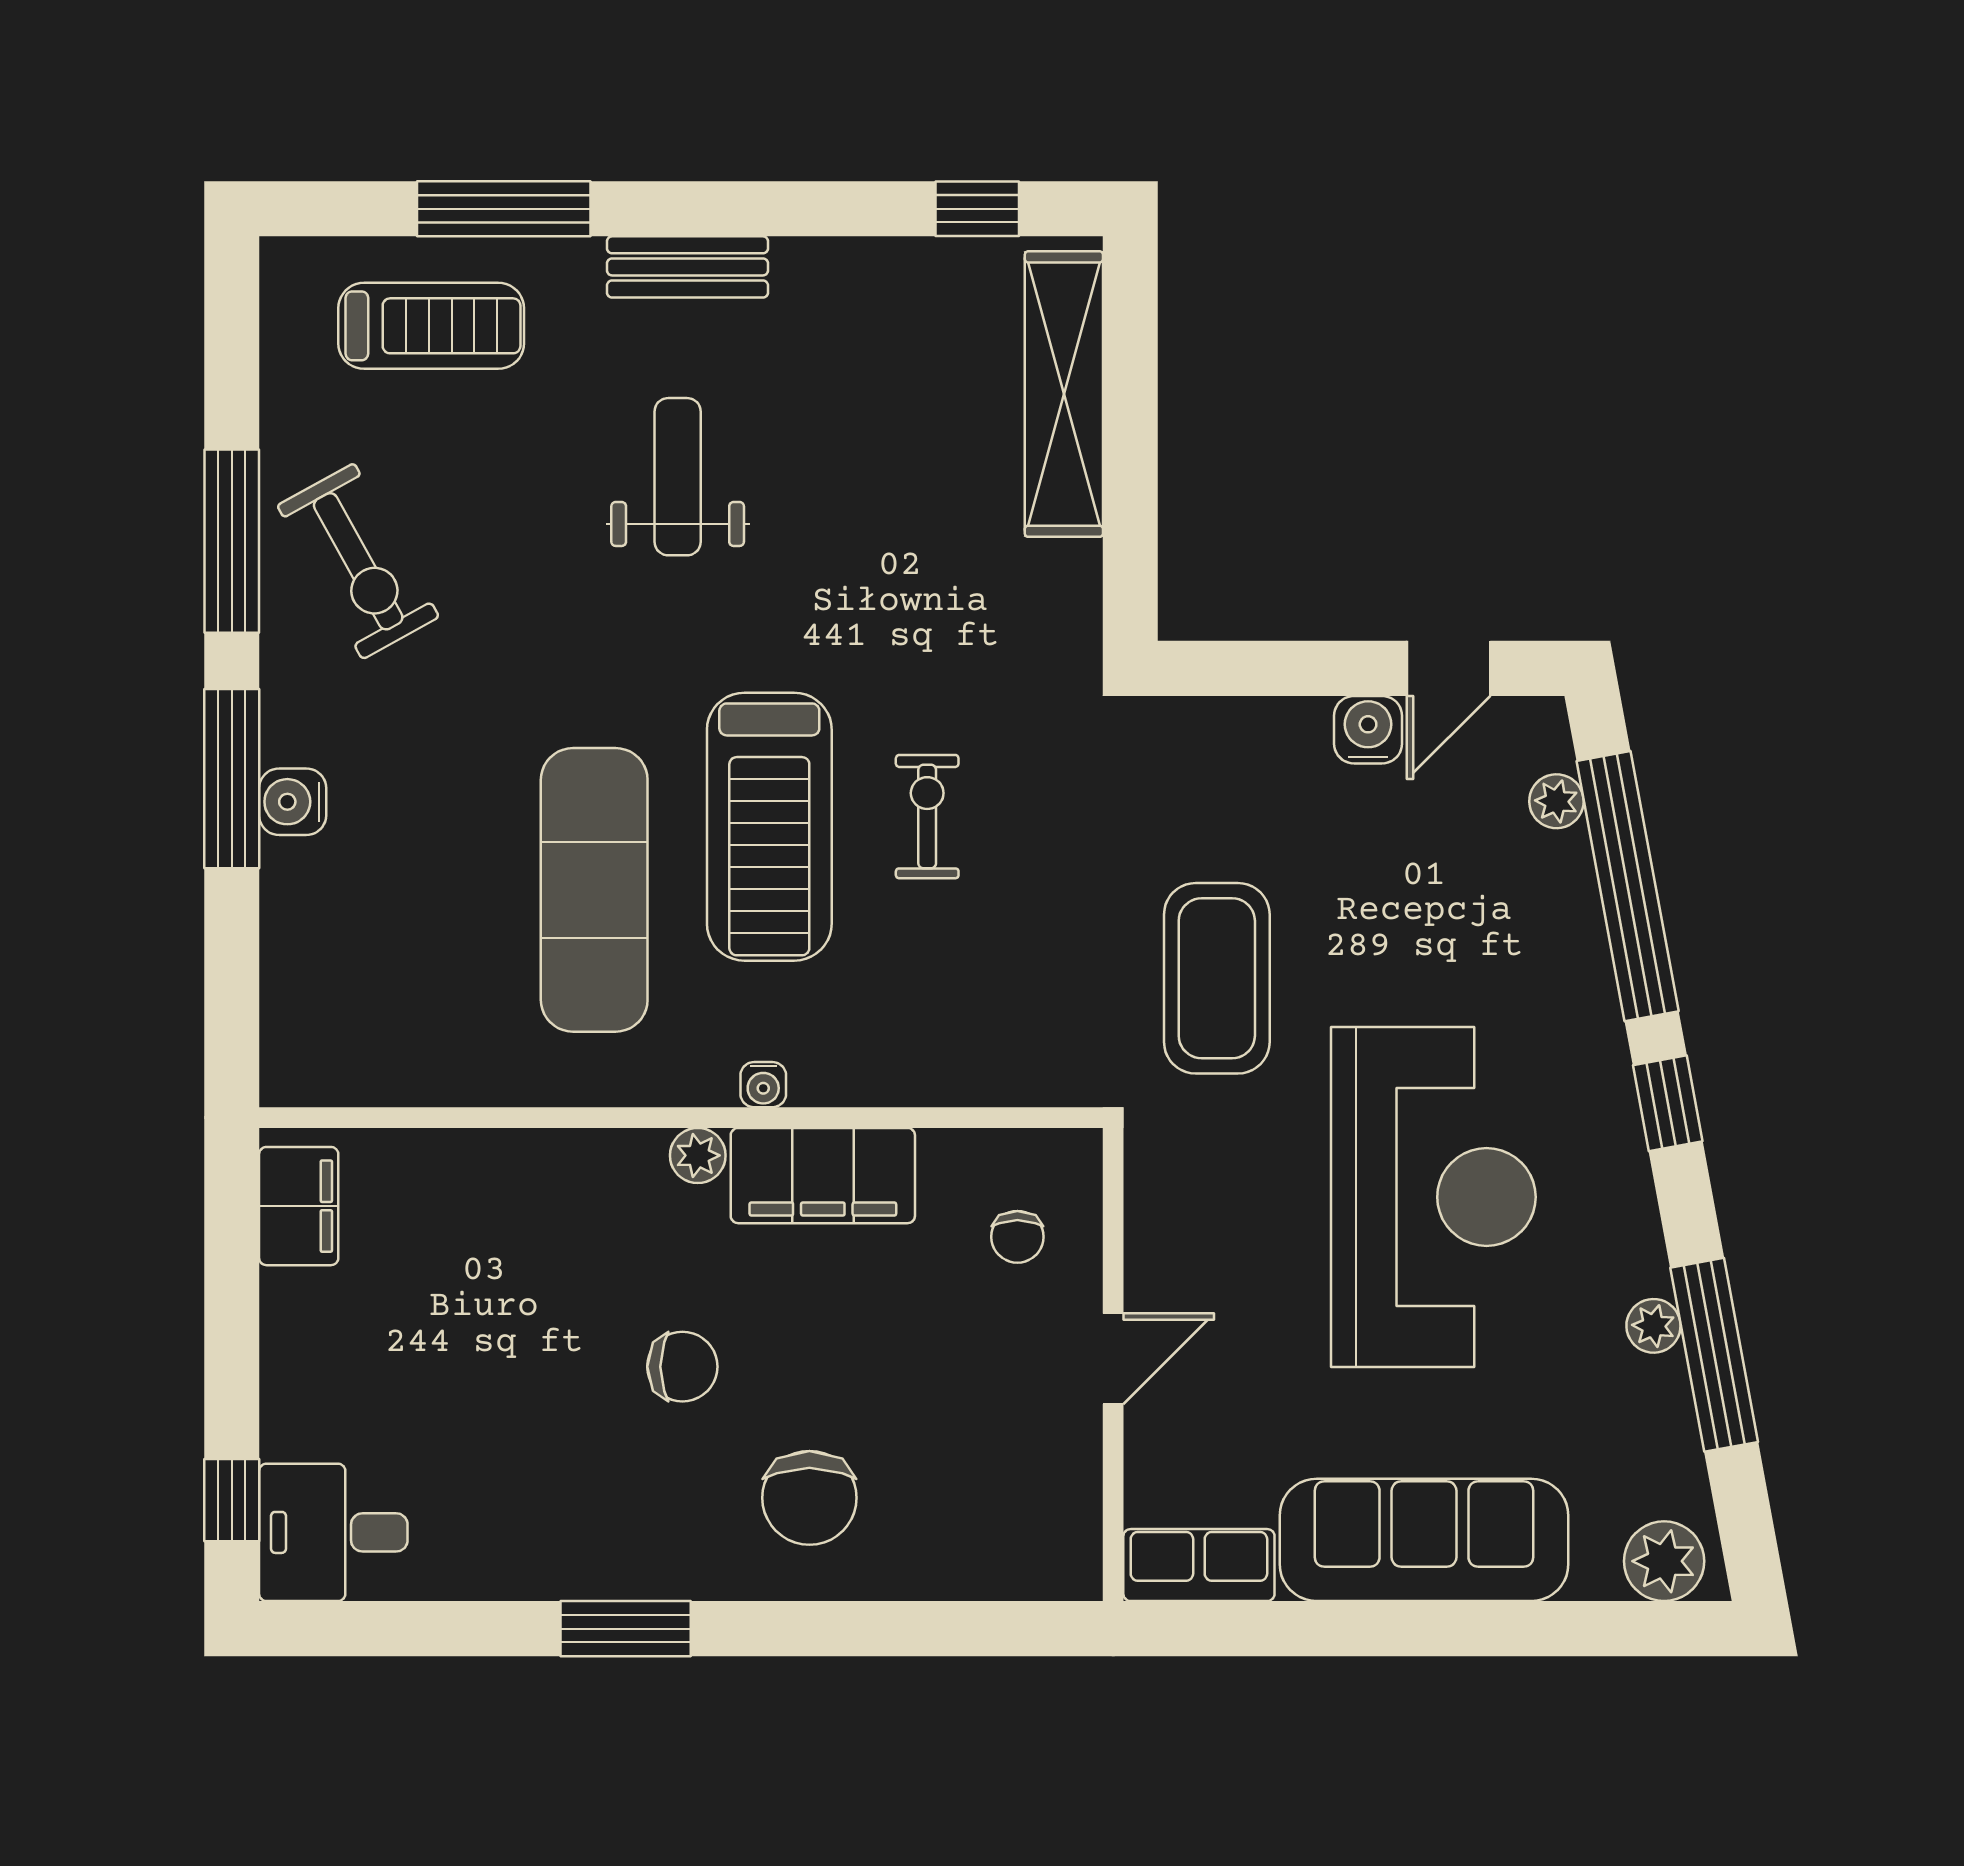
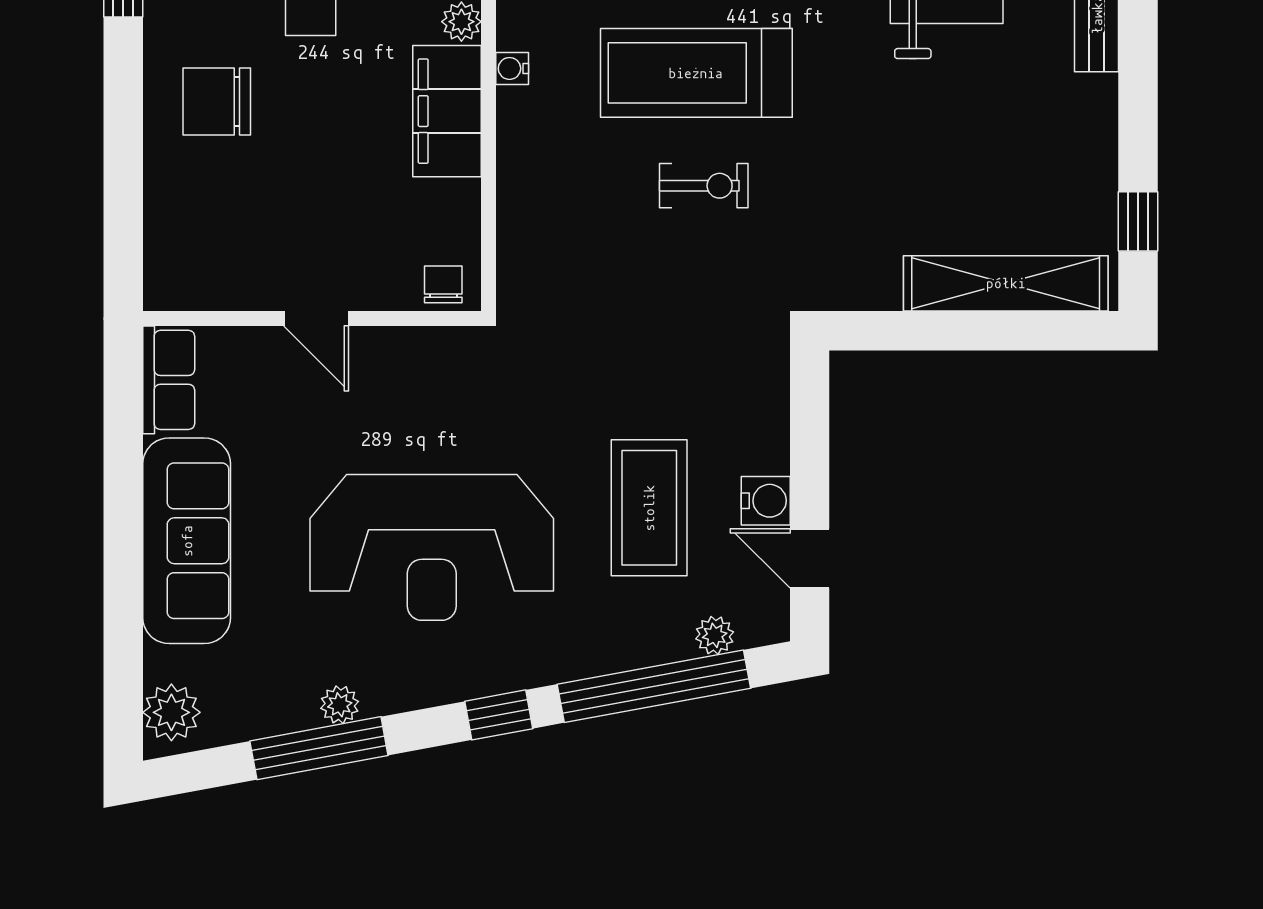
coffee table: (1217, 978) -> (649, 508), moved, turned 90
chair: (1017, 1237) -> (443, 284), moved, turned 90

